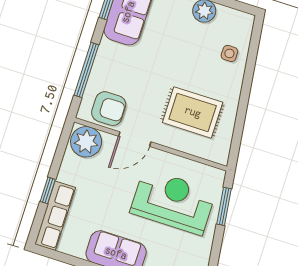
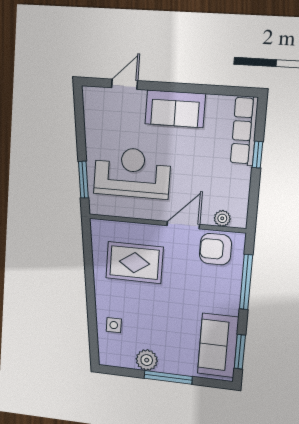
plant: (86, 142) -> (222, 218), width x0.53, depth x0.53
reception desk: (173, 202) -> (132, 173), turned 180

